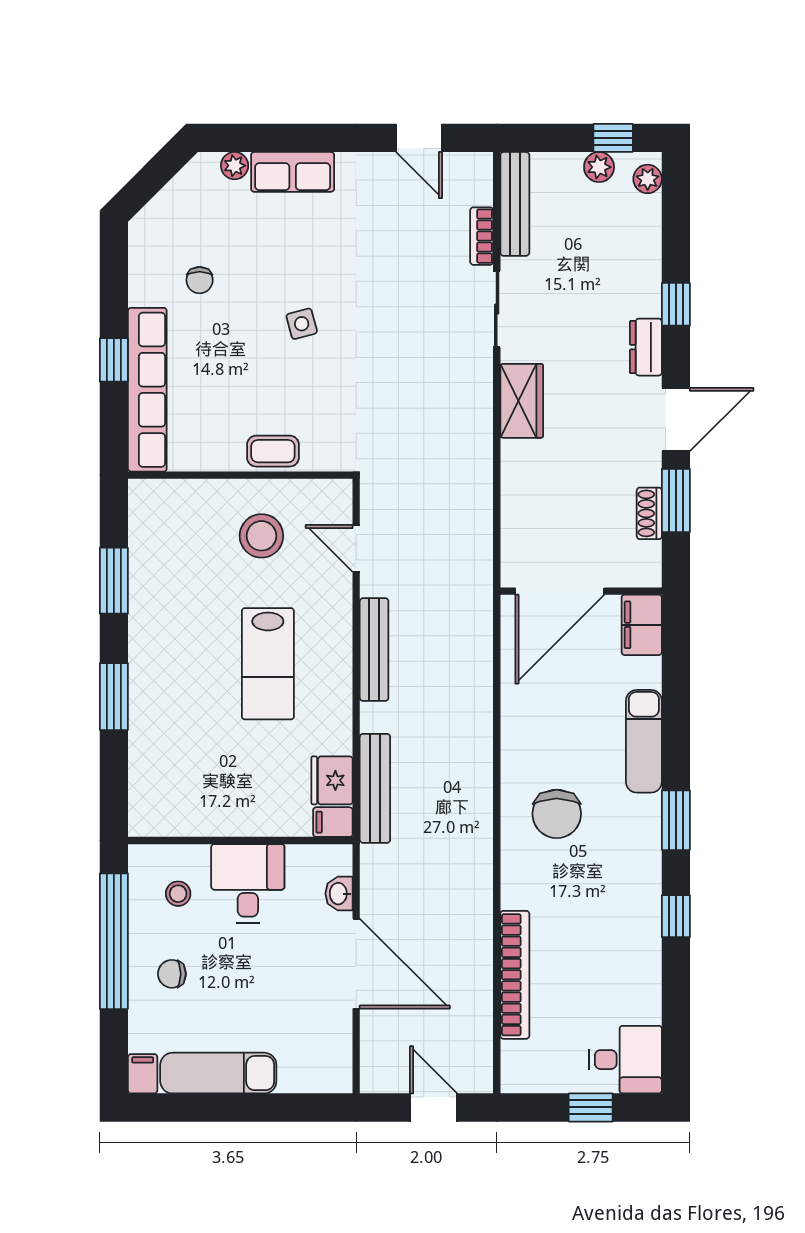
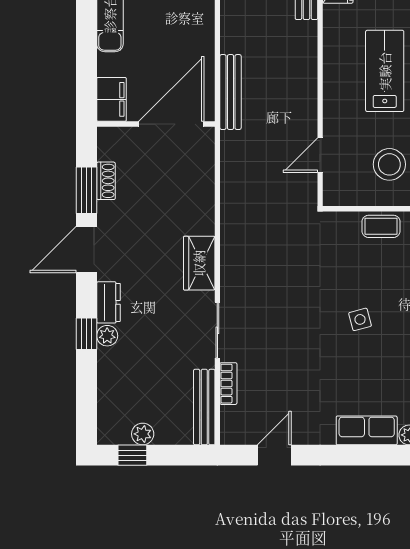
door: (419, 138) -> (274, 455), hinge flipped
plant: (648, 179) -> (107, 336), moved
door: (356, 548) -> (320, 155), swing flipped
bench: (374, 650) -> (231, 92), moved

